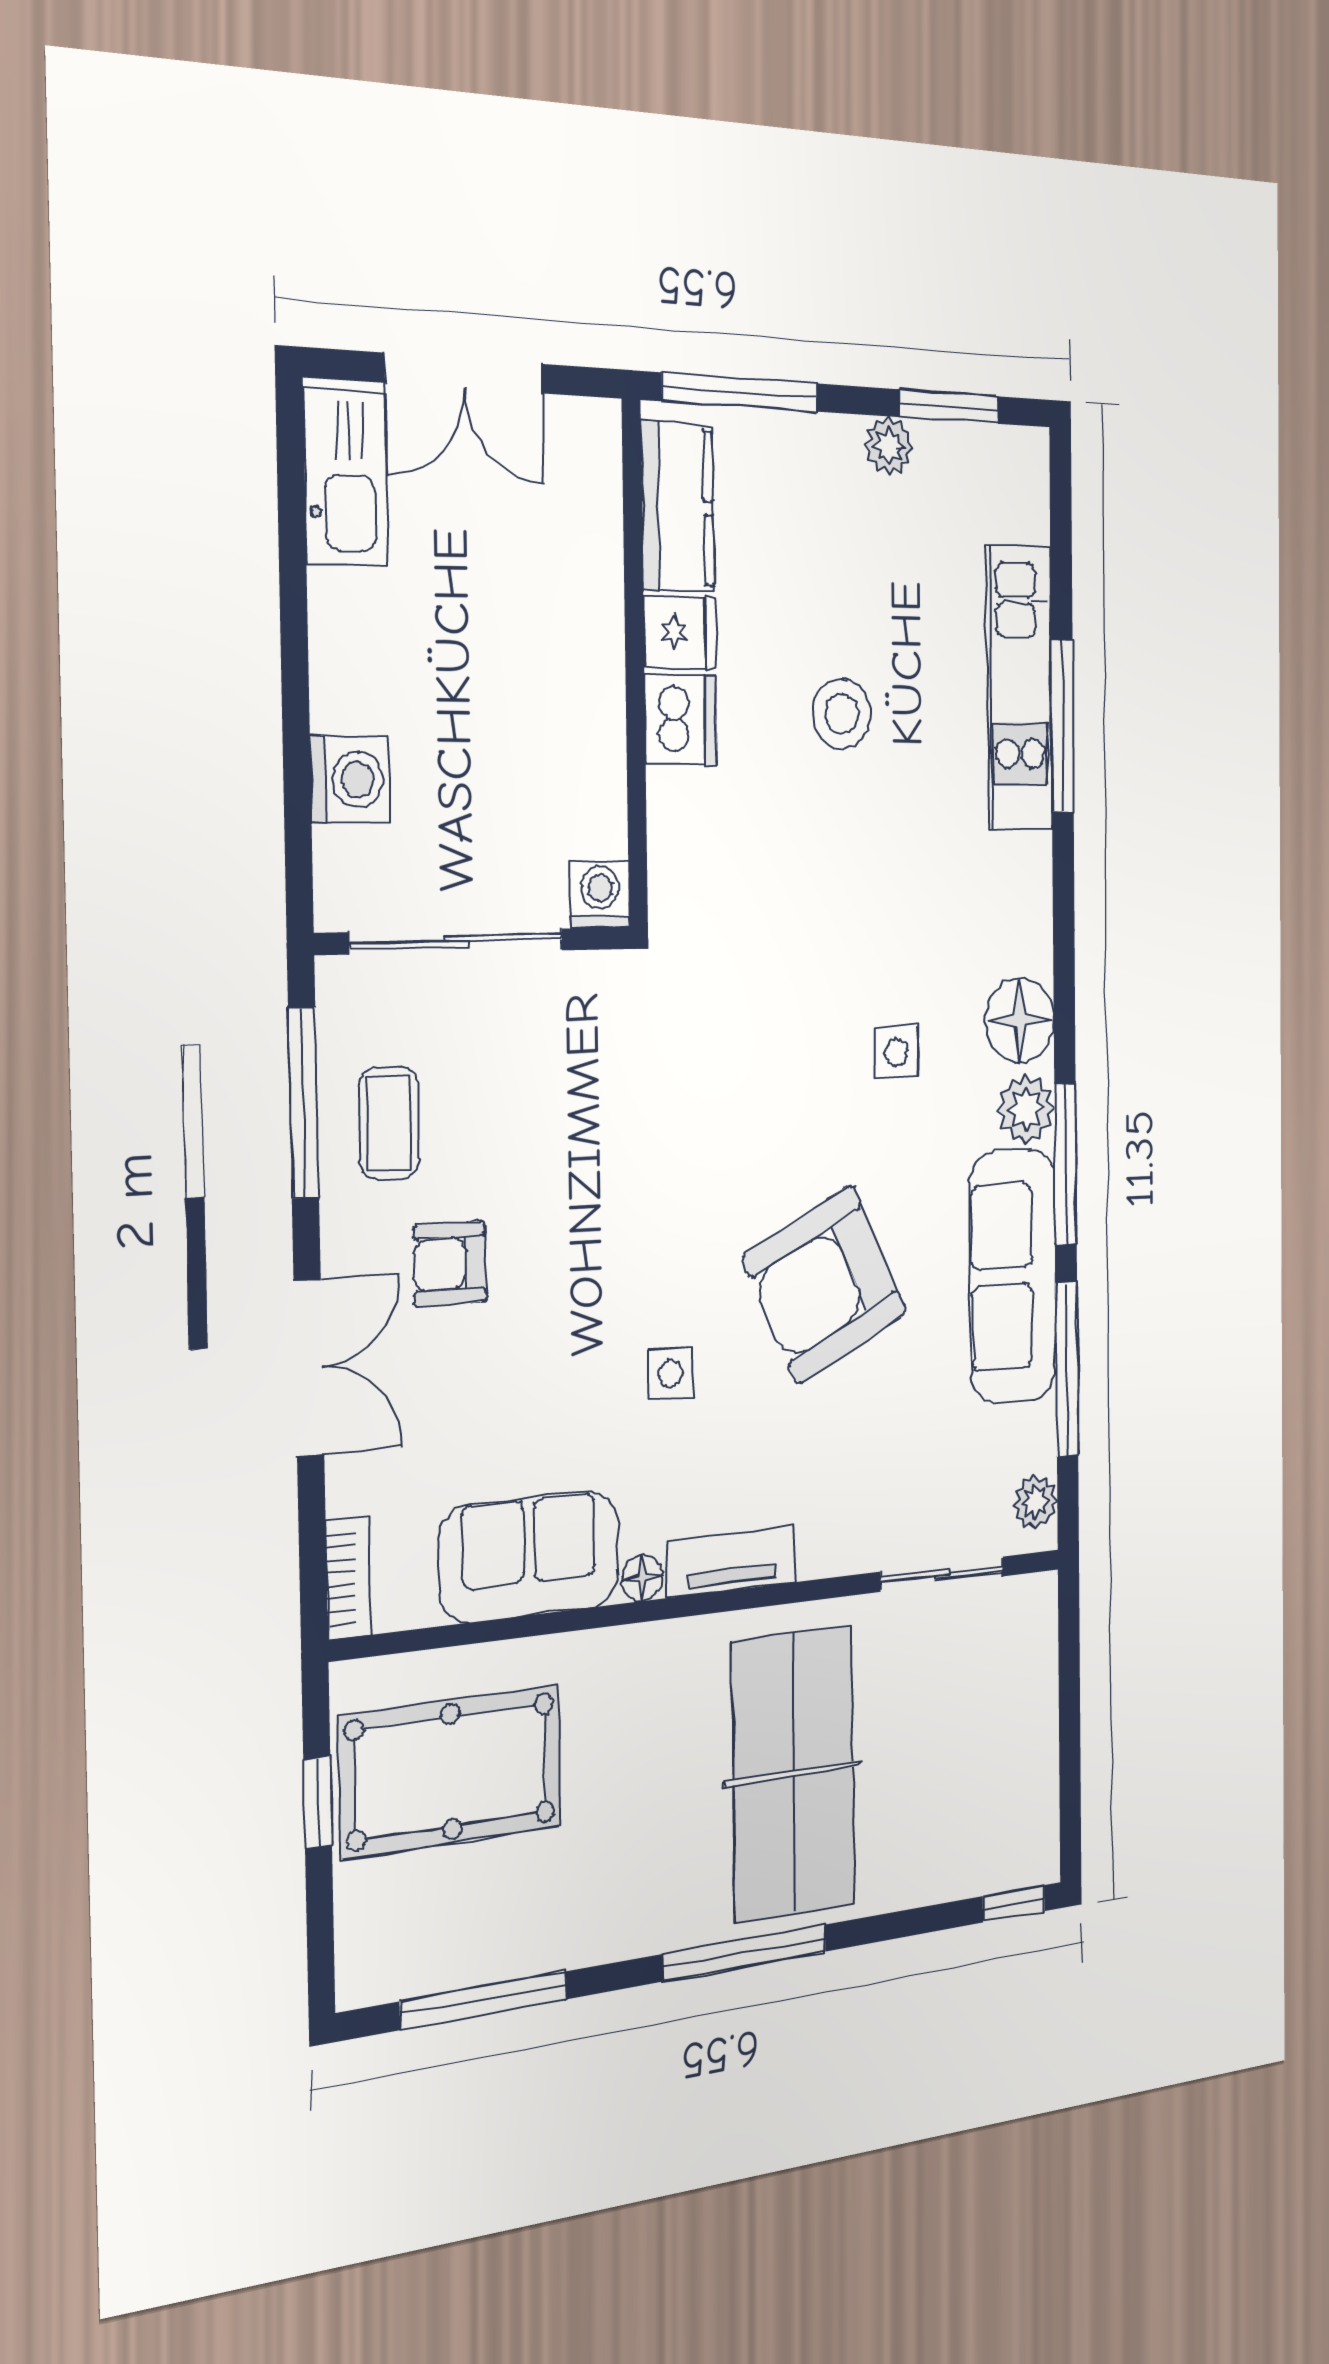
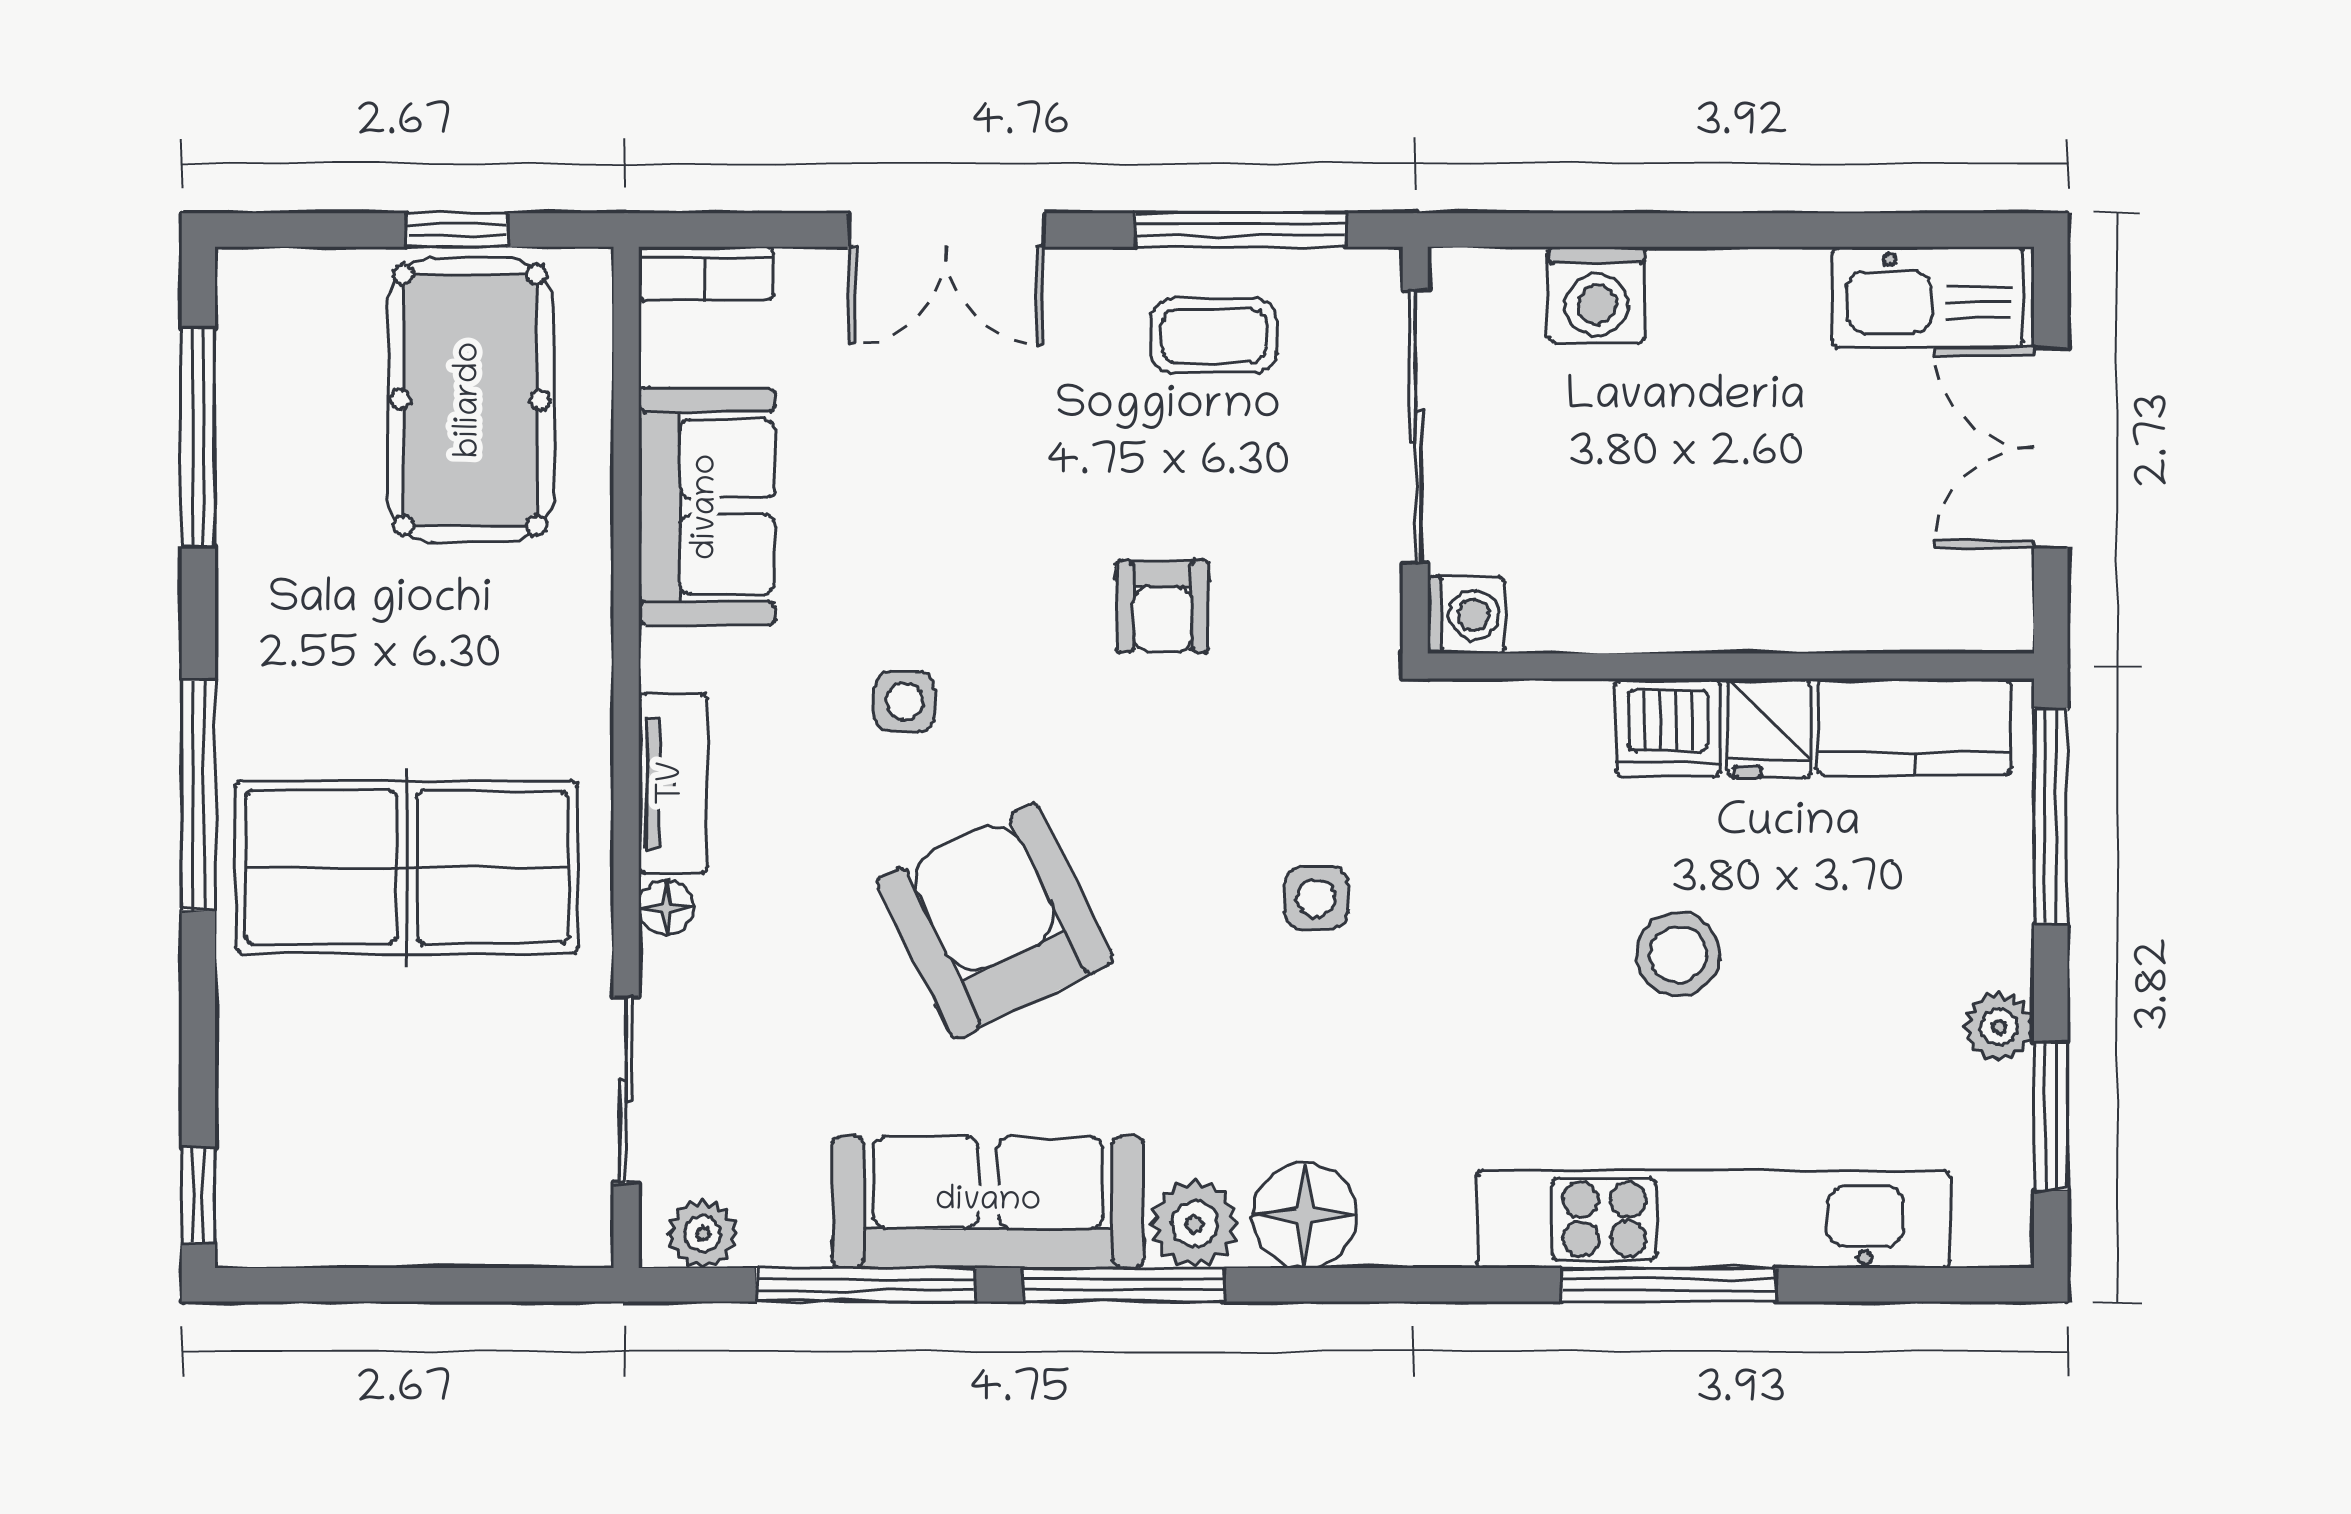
kitchen unit: (1020, 688) -> (1713, 1219), width x1.36
side table: (896, 1052) -> (1316, 898), moved
armchair: (450, 1264) -> (1163, 606), moved, turned 180
floor lamp: (643, 1578) -> (666, 908), moved

